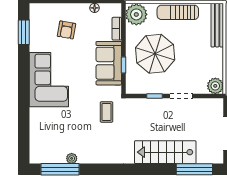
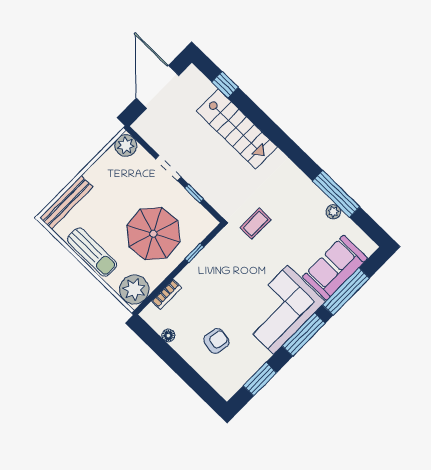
sofa: (109, 63) -> (335, 268), moved, turned 180
window: (24, 78) -> (304, 335), added
window: (24, 123) -> (346, 292), added
window: (60, 169) -> (336, 194), moved
window: (194, 169) -> (225, 85), width x0.46

